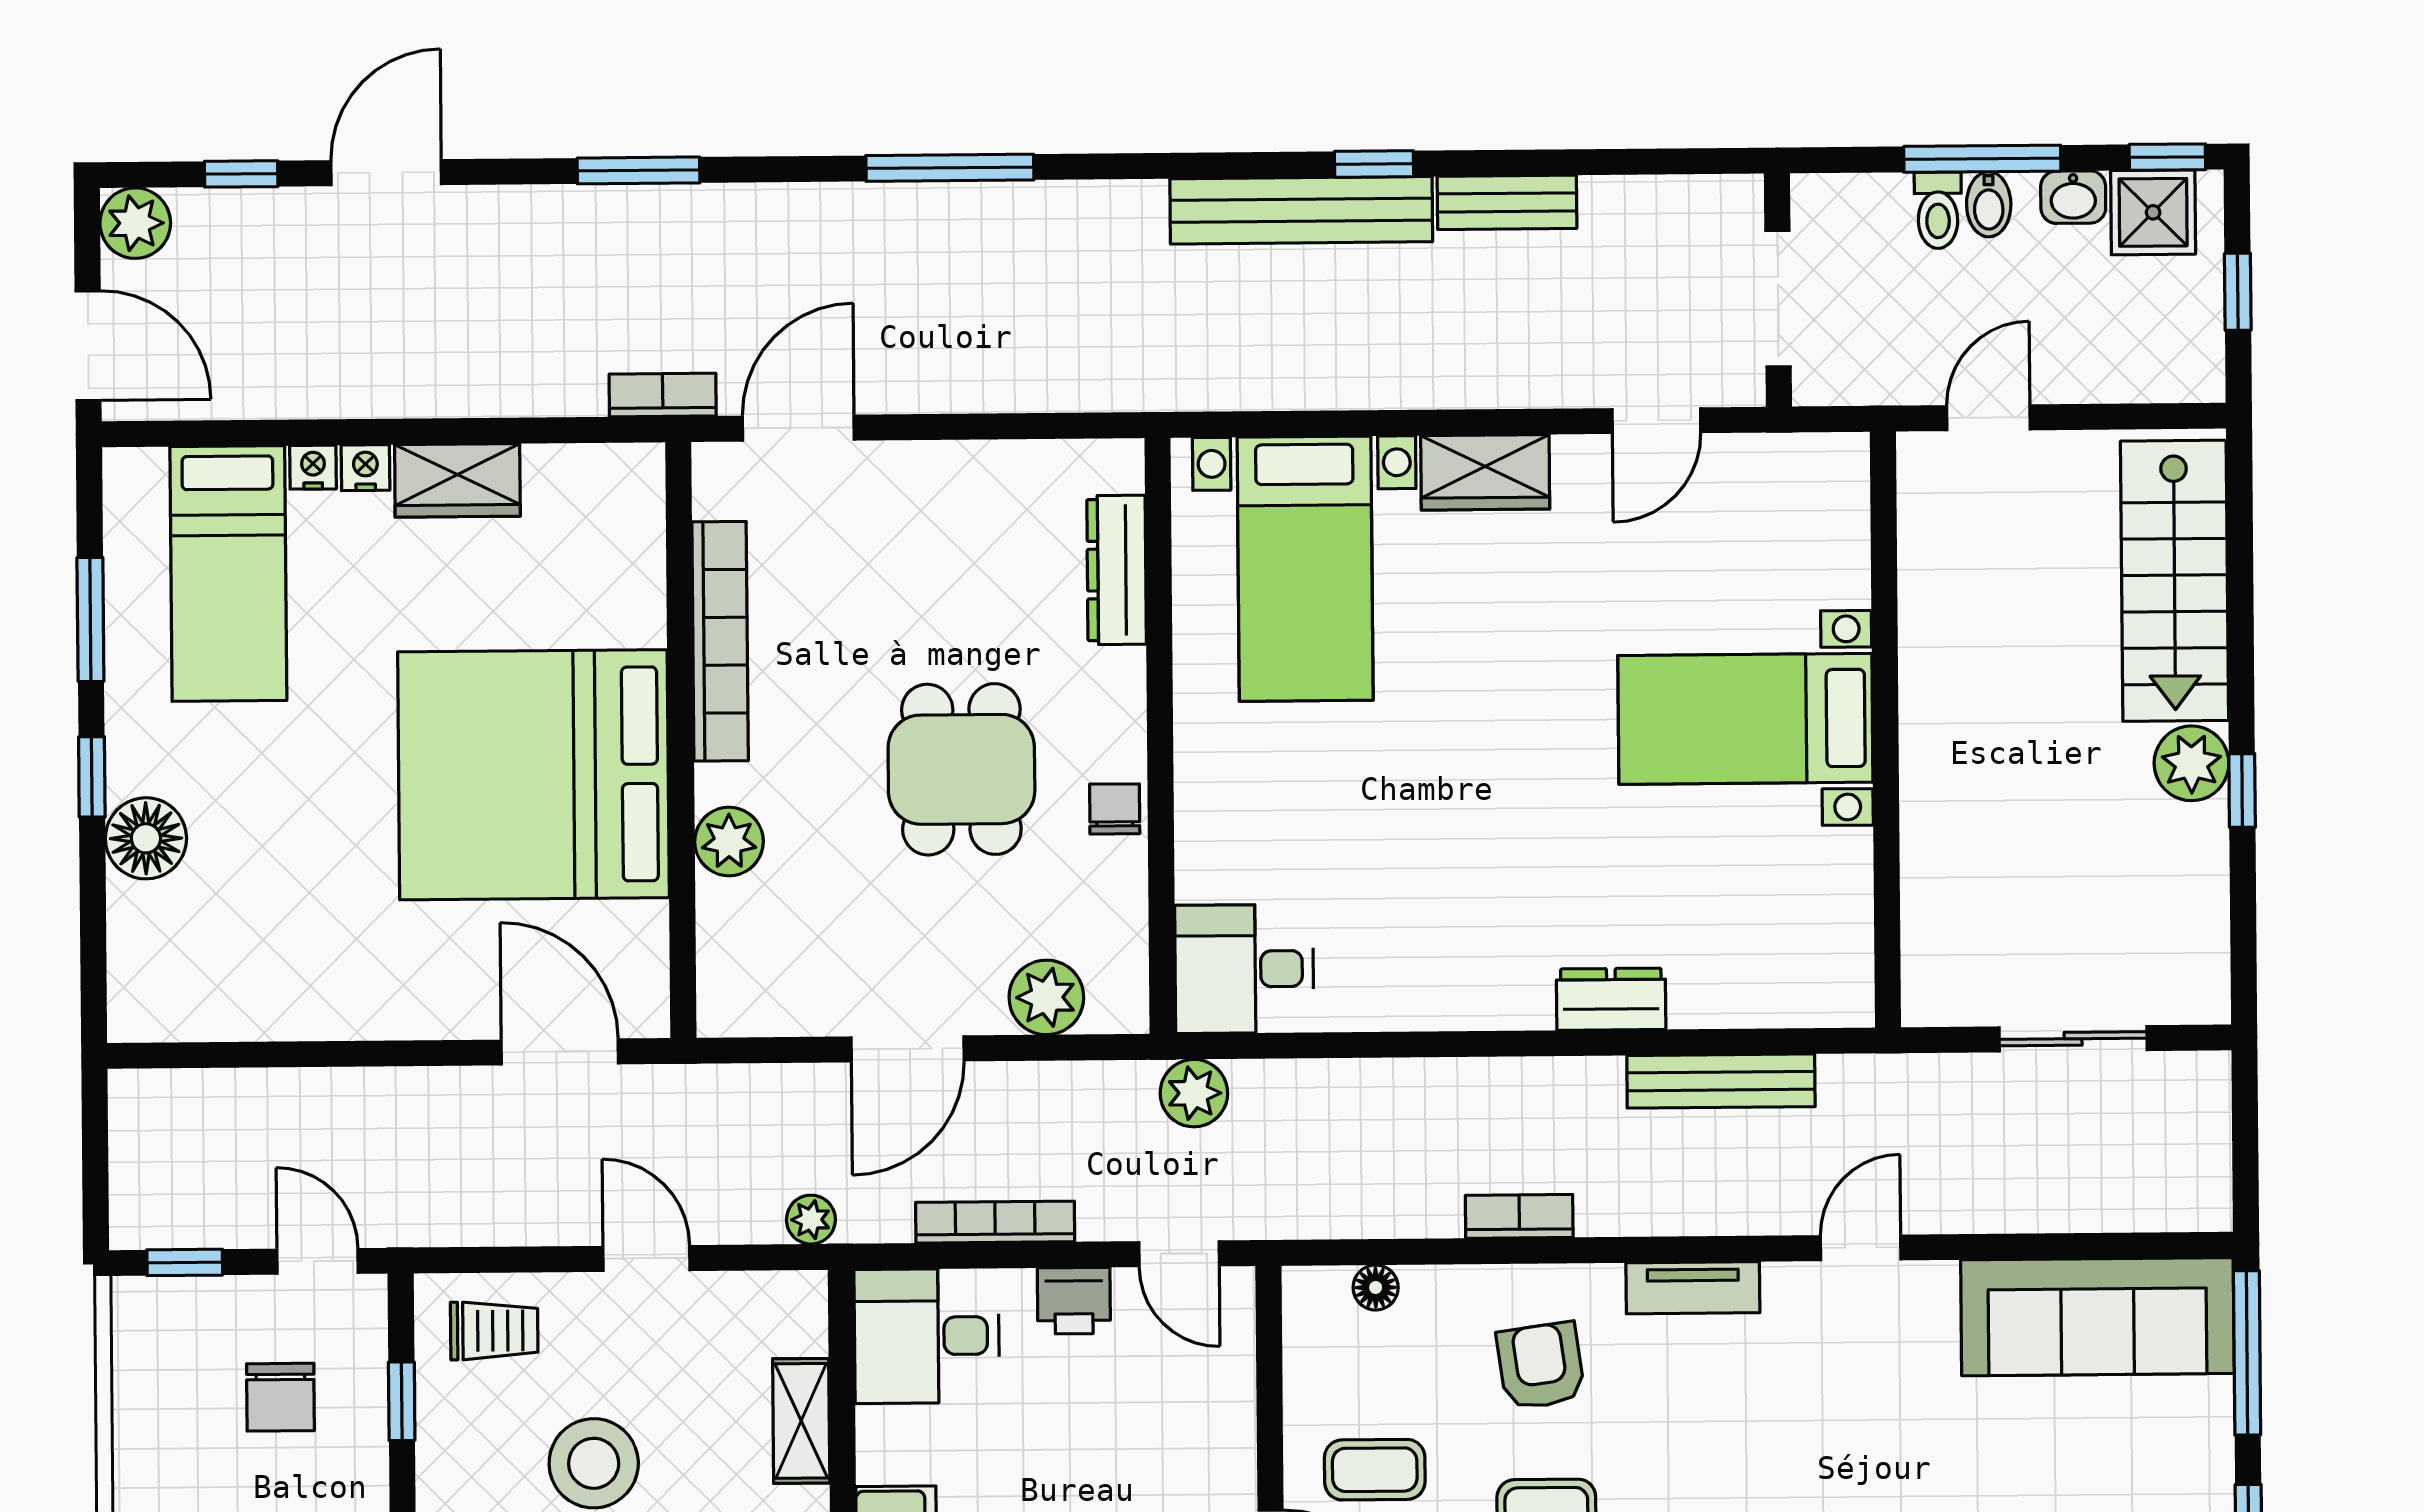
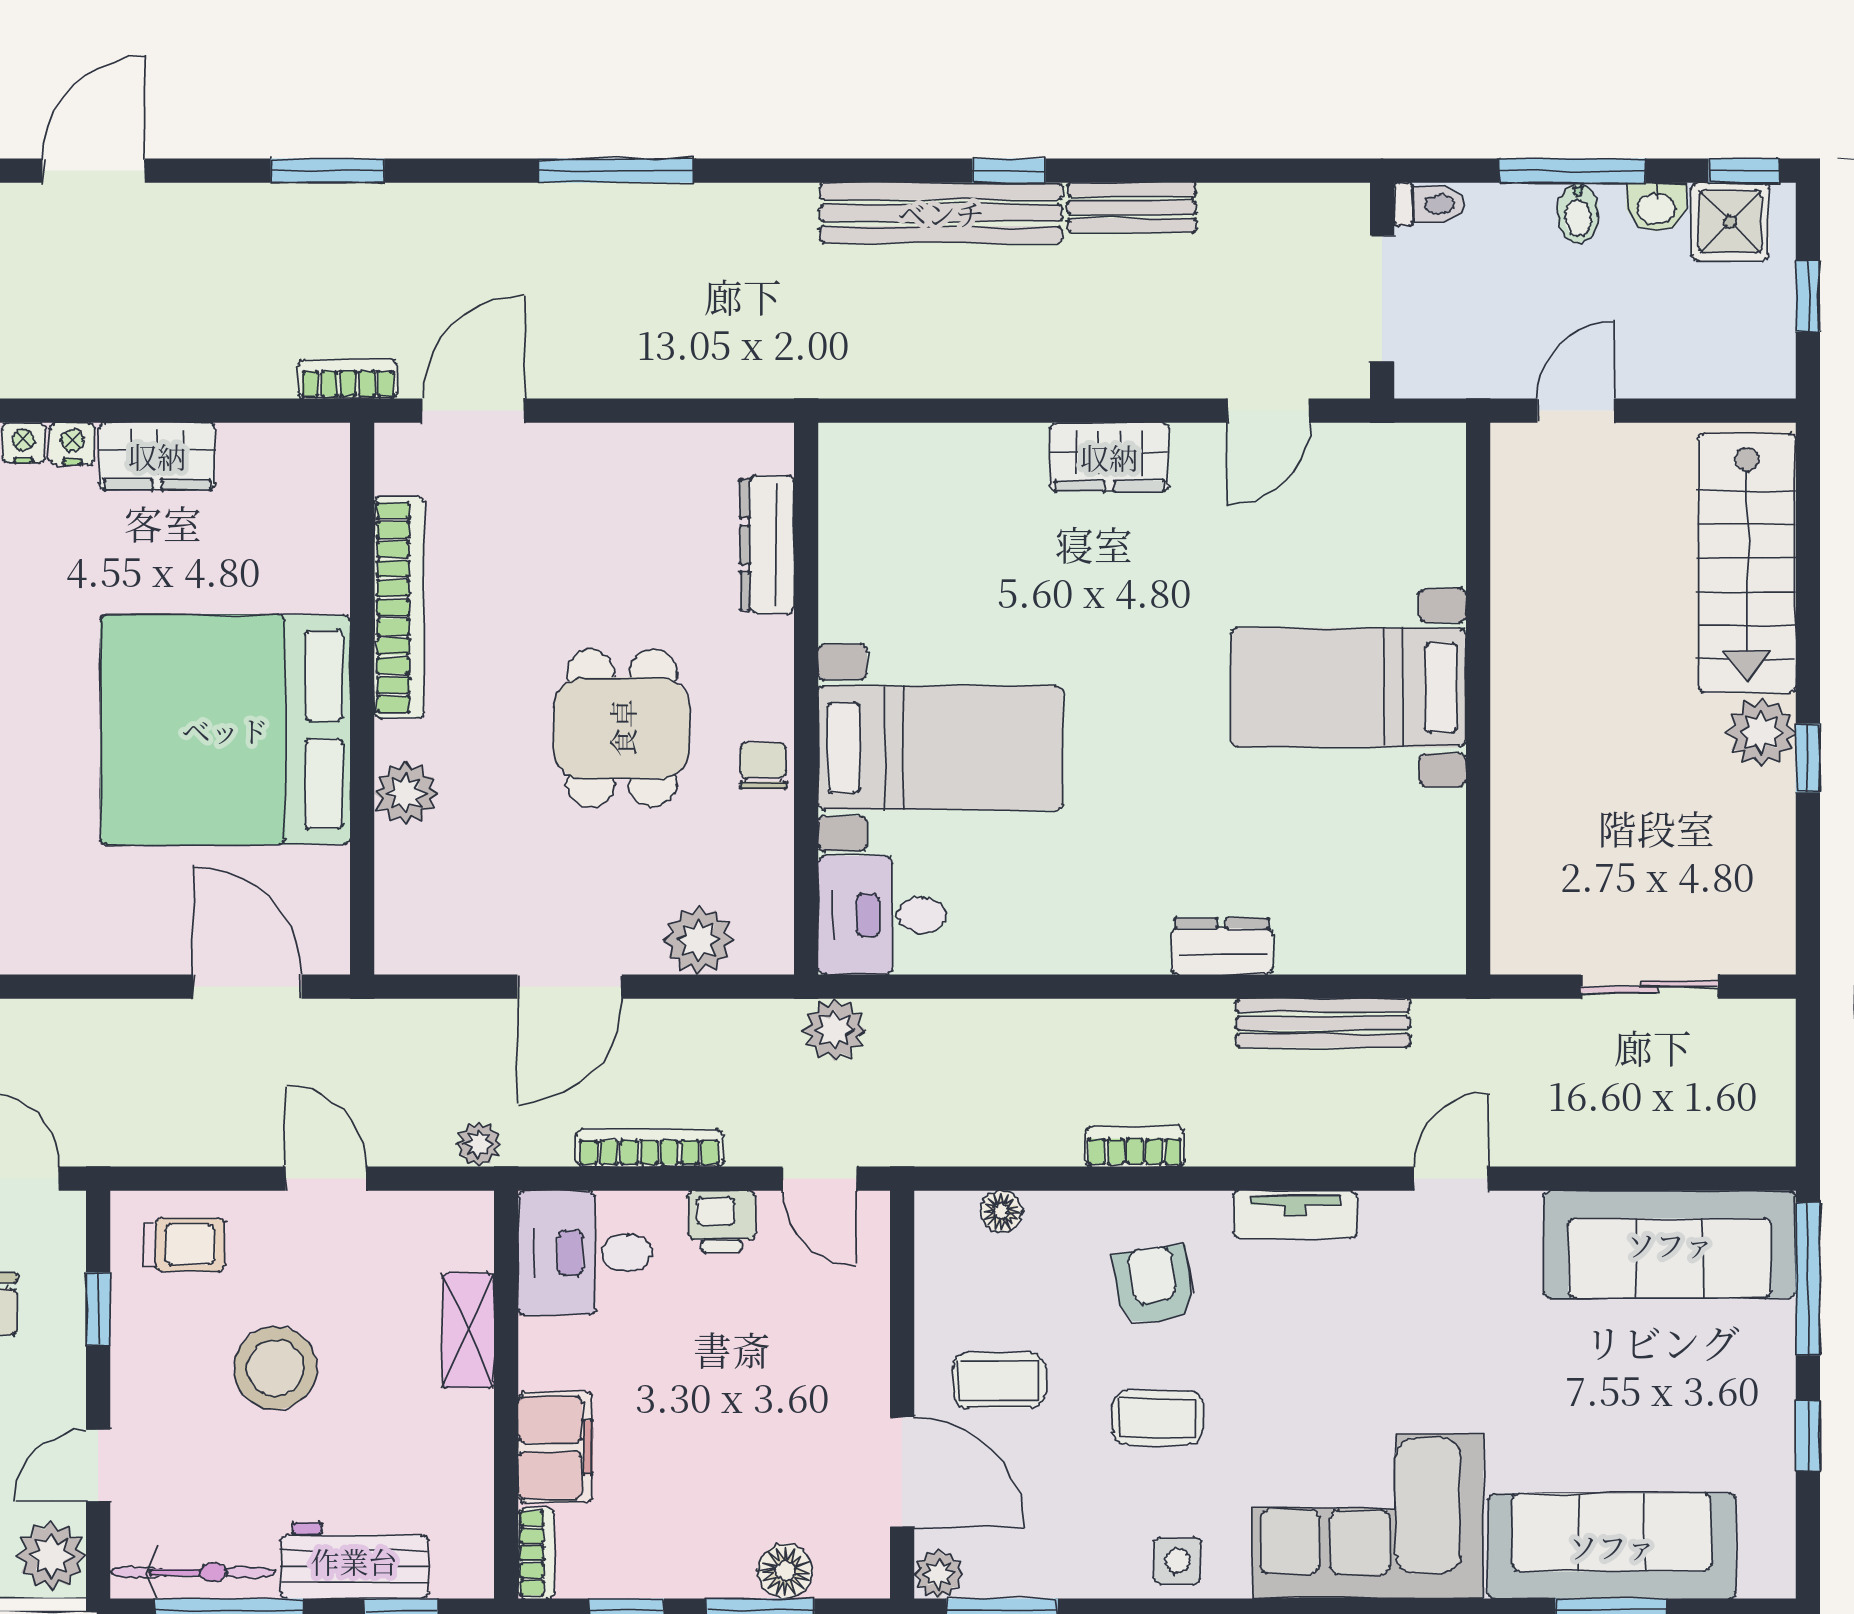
toilet: (1938, 210) -> (1429, 204), moved, turned -90
bed with nightstands: (1305, 569) -> (940, 748), moved, turned -90

